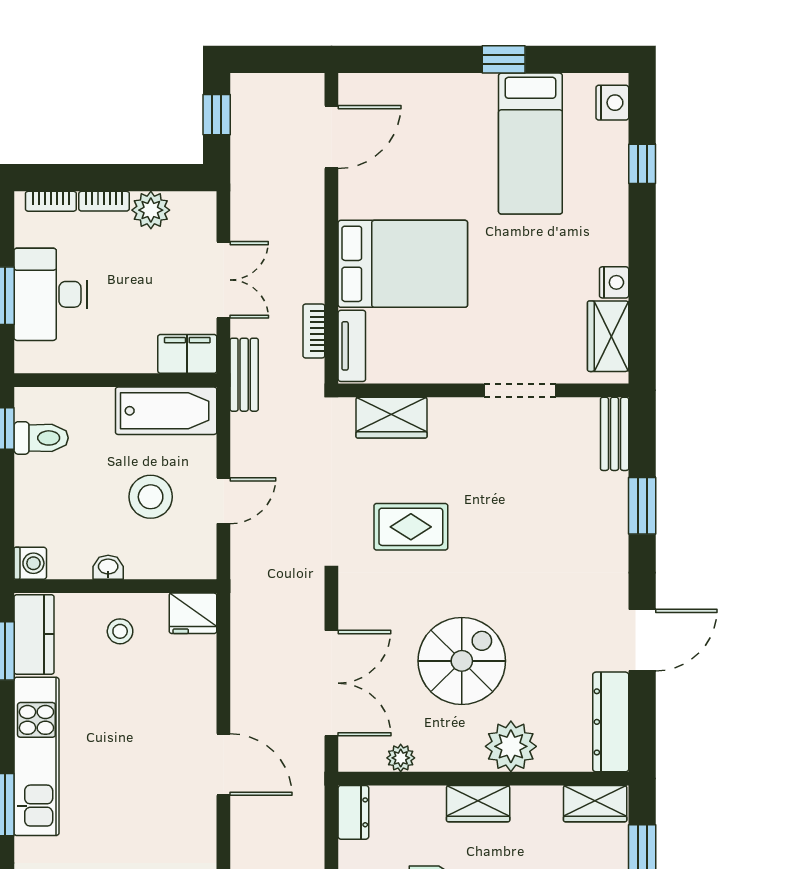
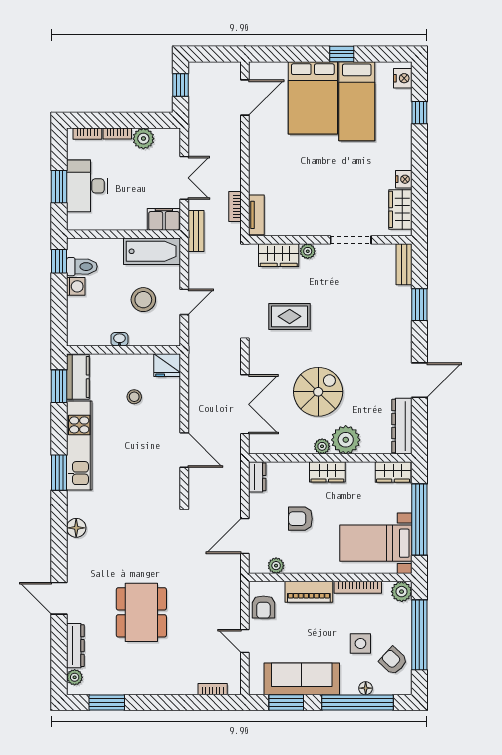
bed: (403, 264) -> (313, 98), moved, turned 90
plant: (443, 411) -> (308, 251), added
washing machine: (30, 563) -> (76, 286), moved
stool: (120, 631) -> (134, 397), moved
plant: (401, 758) -> (322, 446), moved

